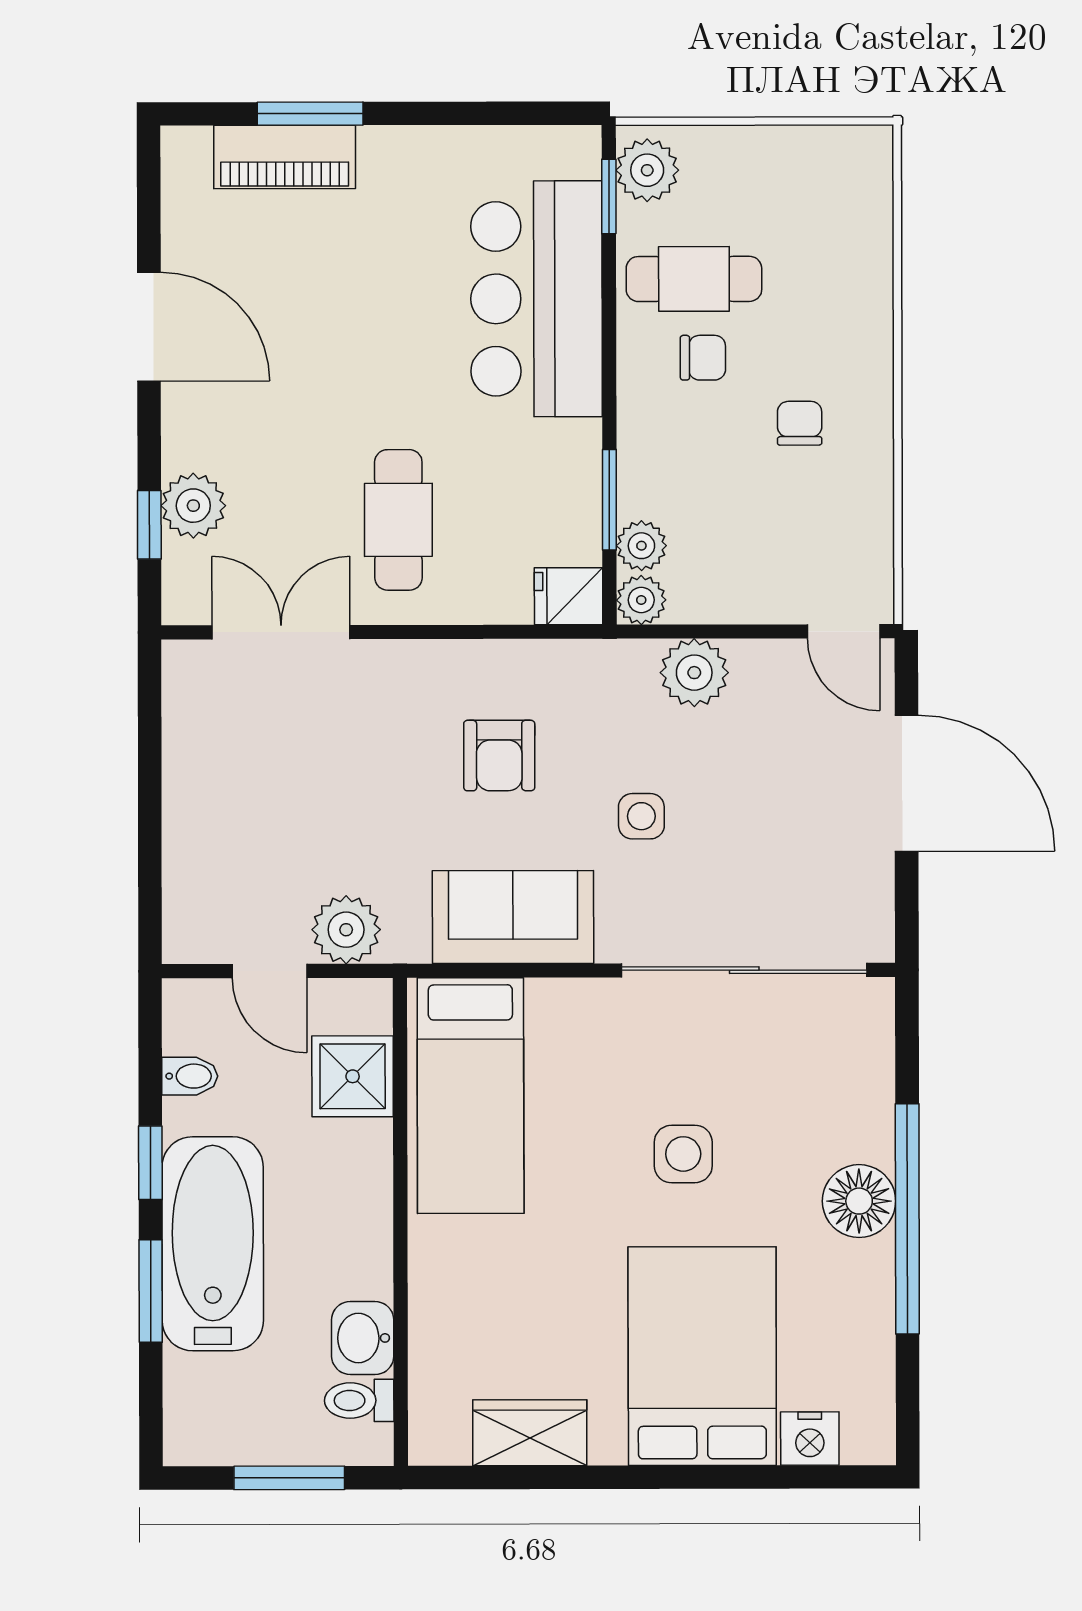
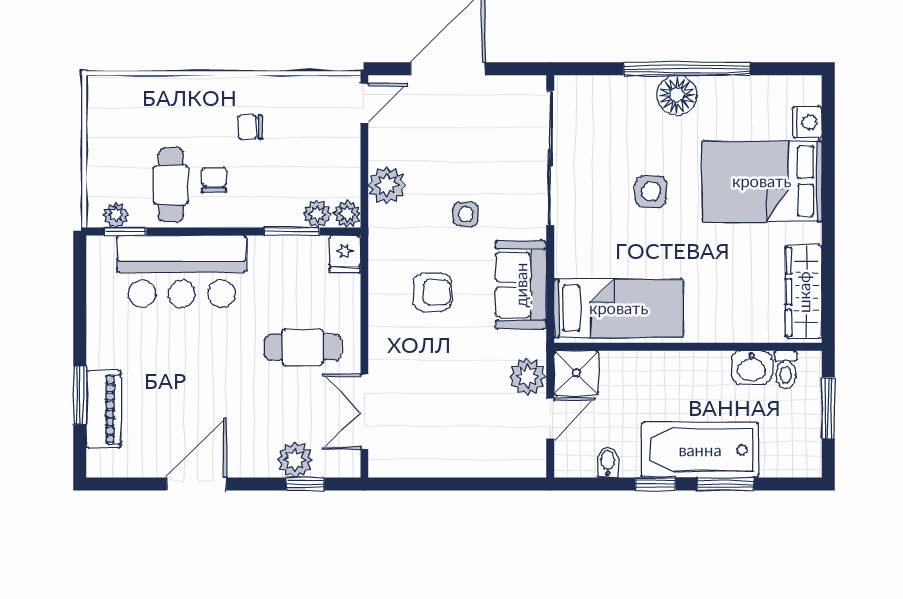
plant: (647, 170) -> (116, 215), width x0.73, depth x0.73
shower: (353, 1076) -> (576, 373), moved
wardrobe: (530, 1433) -> (804, 292), width x1.50

